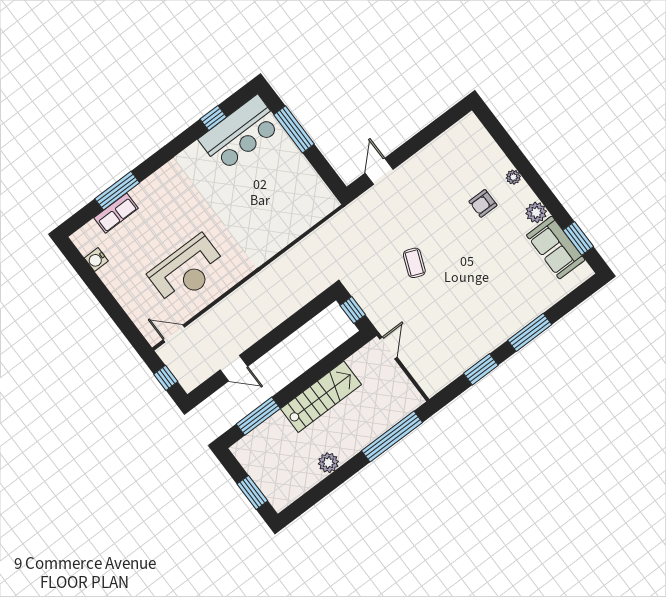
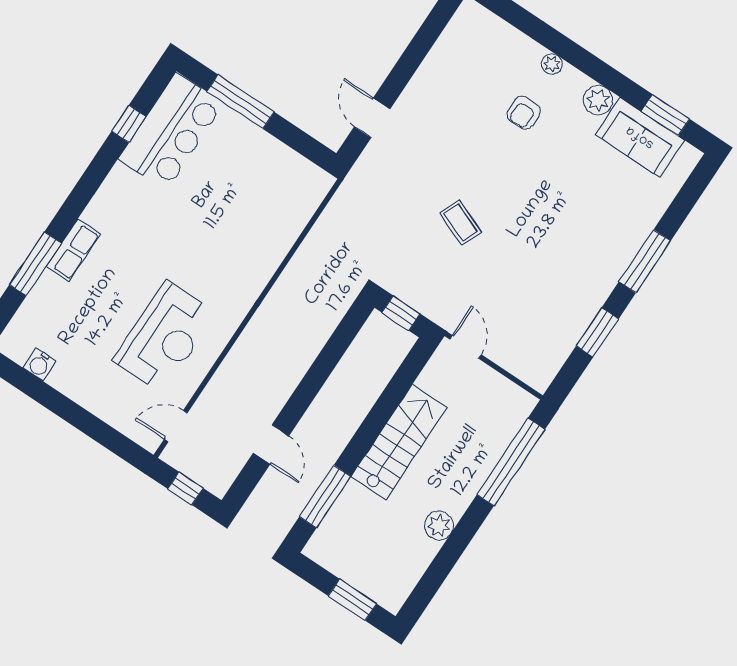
row of seats: (116, 213) -> (73, 250), moved
door: (234, 368) -> (271, 444), hinge flipped

